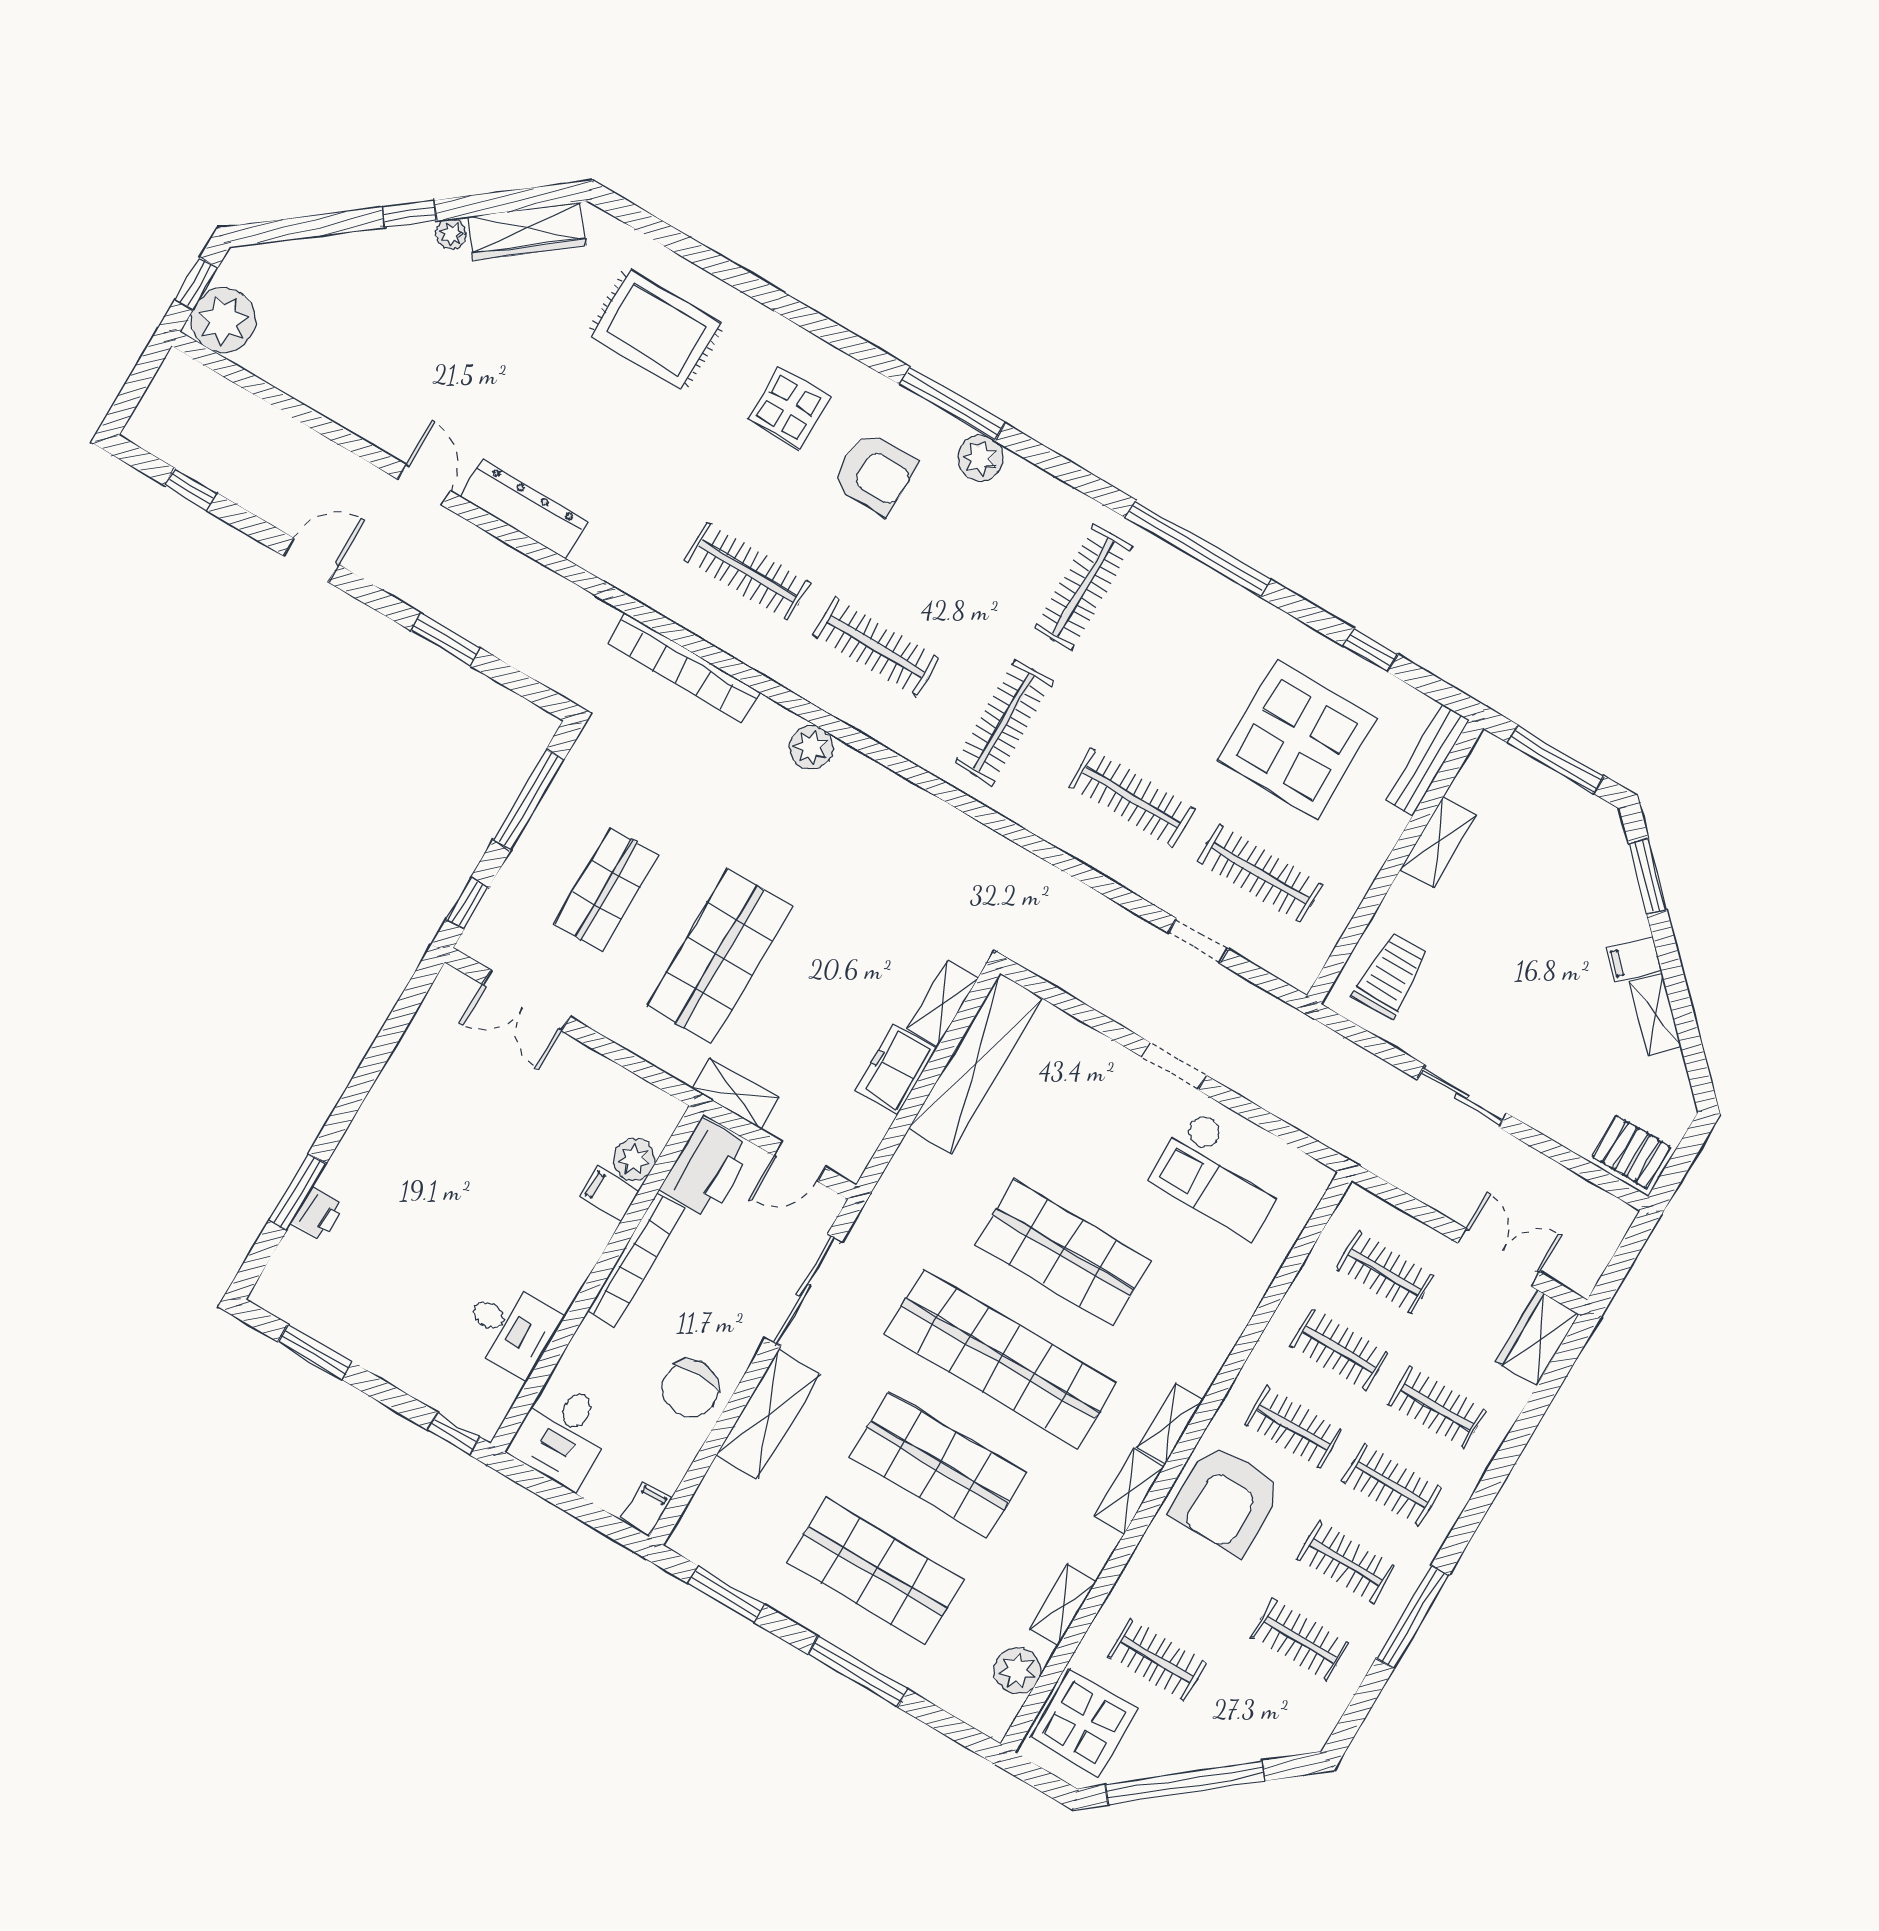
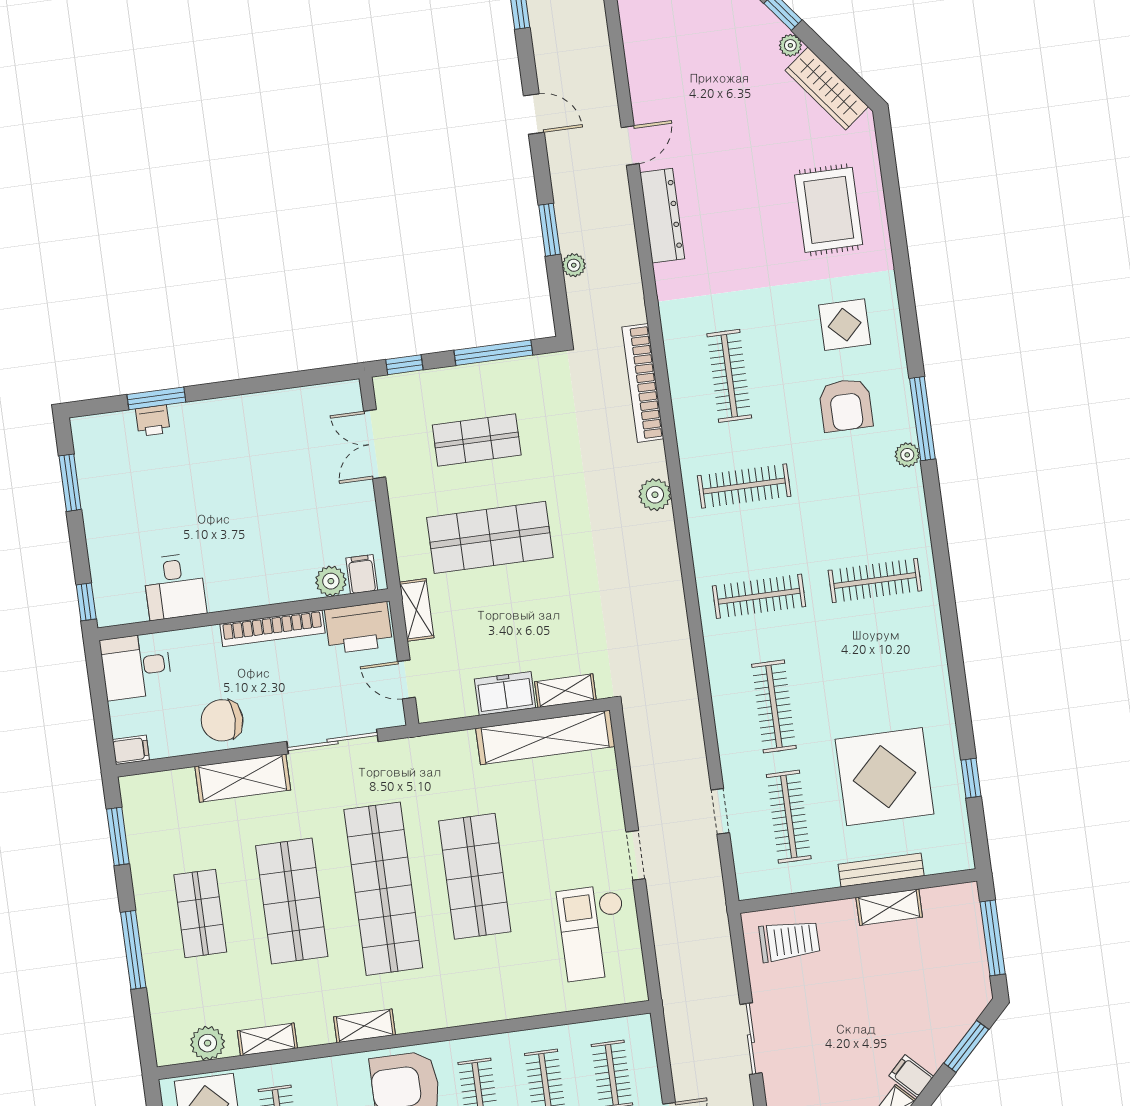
plant: (980, 458) -> (907, 455), width x0.73, depth x0.73
window: (1198, 549) -> (951, 630), removed
plant: (503, 643) -> (574, 265), added
clothes rail: (876, 647) -> (744, 486), turned 90
bench: (1428, 760) -> (881, 870), moved
filing cabinet: (609, 1194) -> (362, 574), moved
shelving: (1170, 1423) -> (424, 1019), removed
shop shelf: (875, 1571) -> (200, 913), width x0.70, depth x0.74

